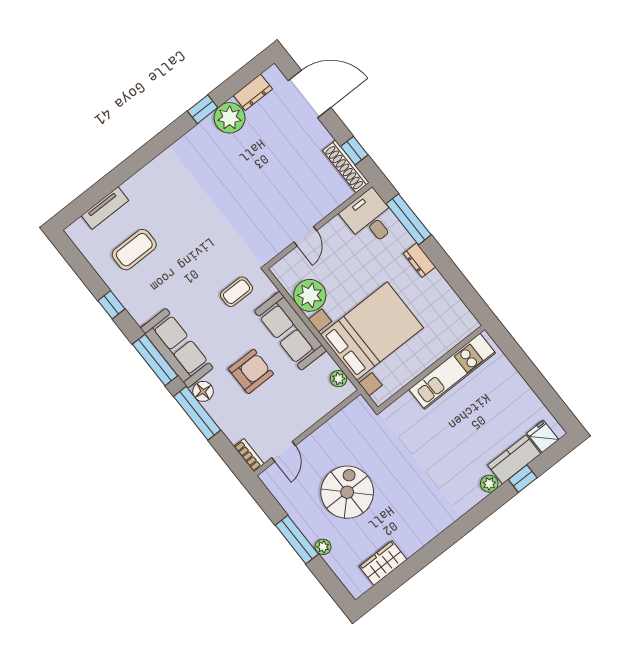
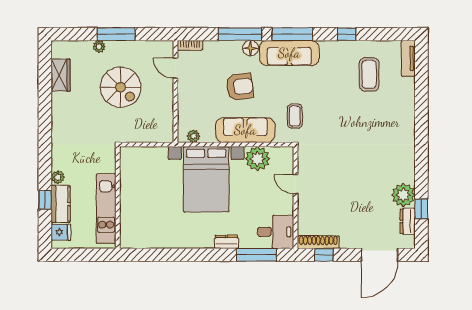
window: (203, 109) -> (421, 209), moved
tv unit: (105, 208) -> (408, 58), moved
wall: (431, 368) -> (118, 197), moved
armchair: (251, 371) -> (240, 87), turned -97
kitchen unit: (452, 371) -> (106, 209), moved

